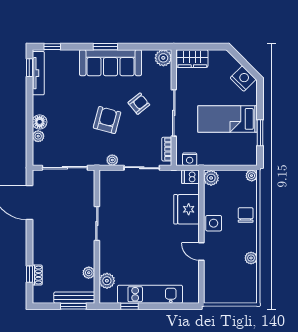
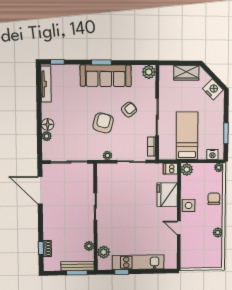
wardrobe: (192, 59) -> (186, 73), moved
window: (29, 68) -> (39, 79), removed
bed: (228, 119) -> (187, 136), moved, turned 90
nightstand: (190, 159) -> (212, 154), moved

